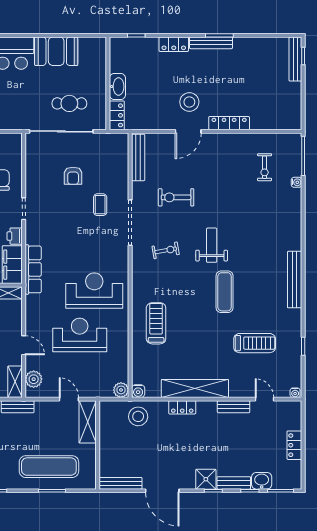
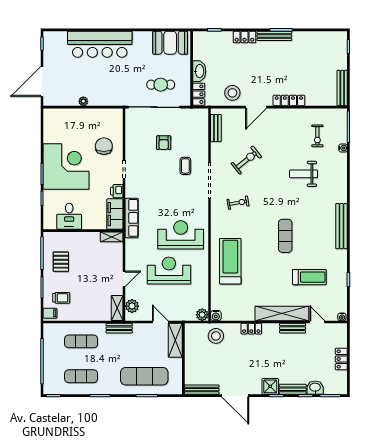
booth: (56, 51) -> (170, 43), moved
bench: (295, 59) -> (342, 88), moved
stool: (189, 102) -> (232, 93), moved
bench: (138, 157) -> (216, 128), width x0.73
exercise bike: (176, 197) -> (246, 160), turned 141
weight bench: (212, 245) -> (304, 174), moved, turned -90
treadmill: (156, 323) -> (230, 261), width x1.37, depth x1.38
door: (24, 345) -> (124, 279), hinge flipped
shelving: (195, 388) -> (282, 313), moved

